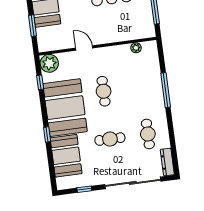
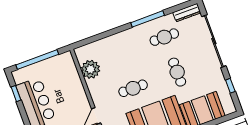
plant: (136, 48) -> (91, 69), width x1.88, depth x1.88
window: (166, 90) -> (148, 19), moved

